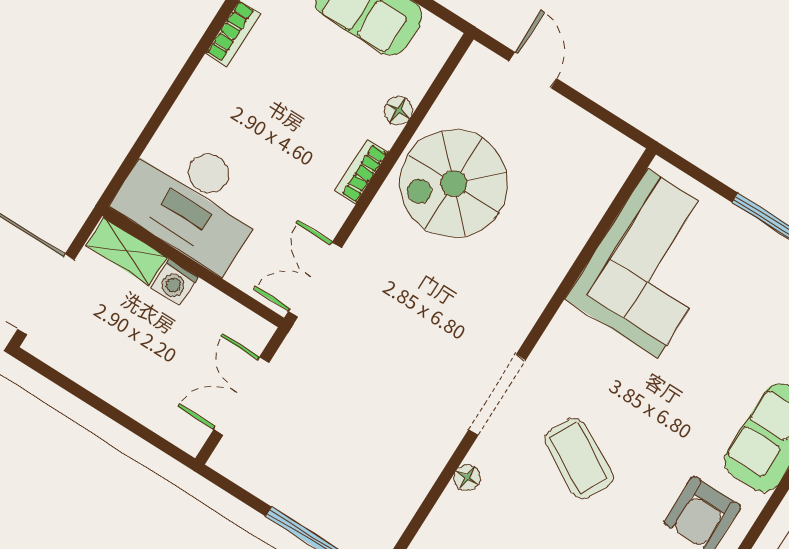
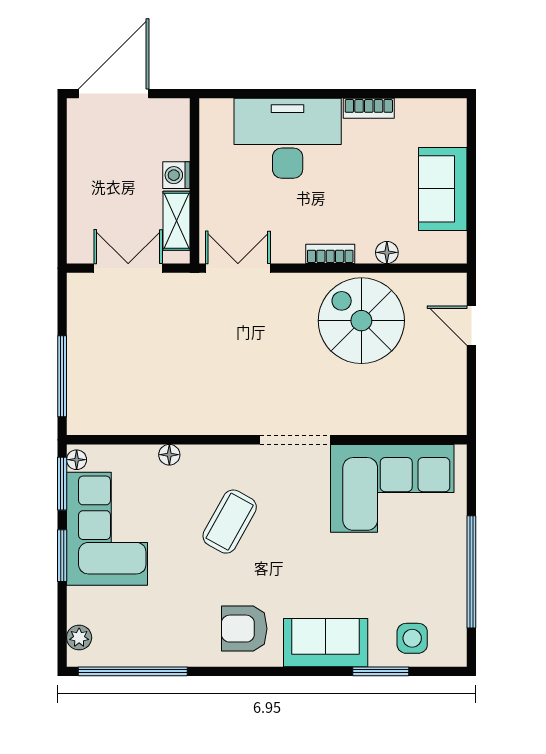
door: (533, 70) -> (471, 326), swing flipped
desk: (192, 200) -> (288, 138), moved, turned 90
shelving: (126, 251) -> (177, 221), moved
doorway: (497, 395) -> (295, 440), moved

